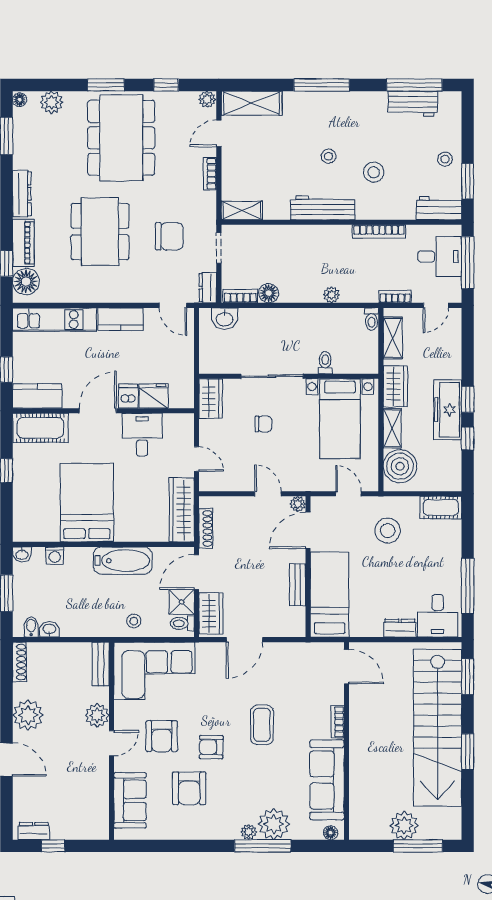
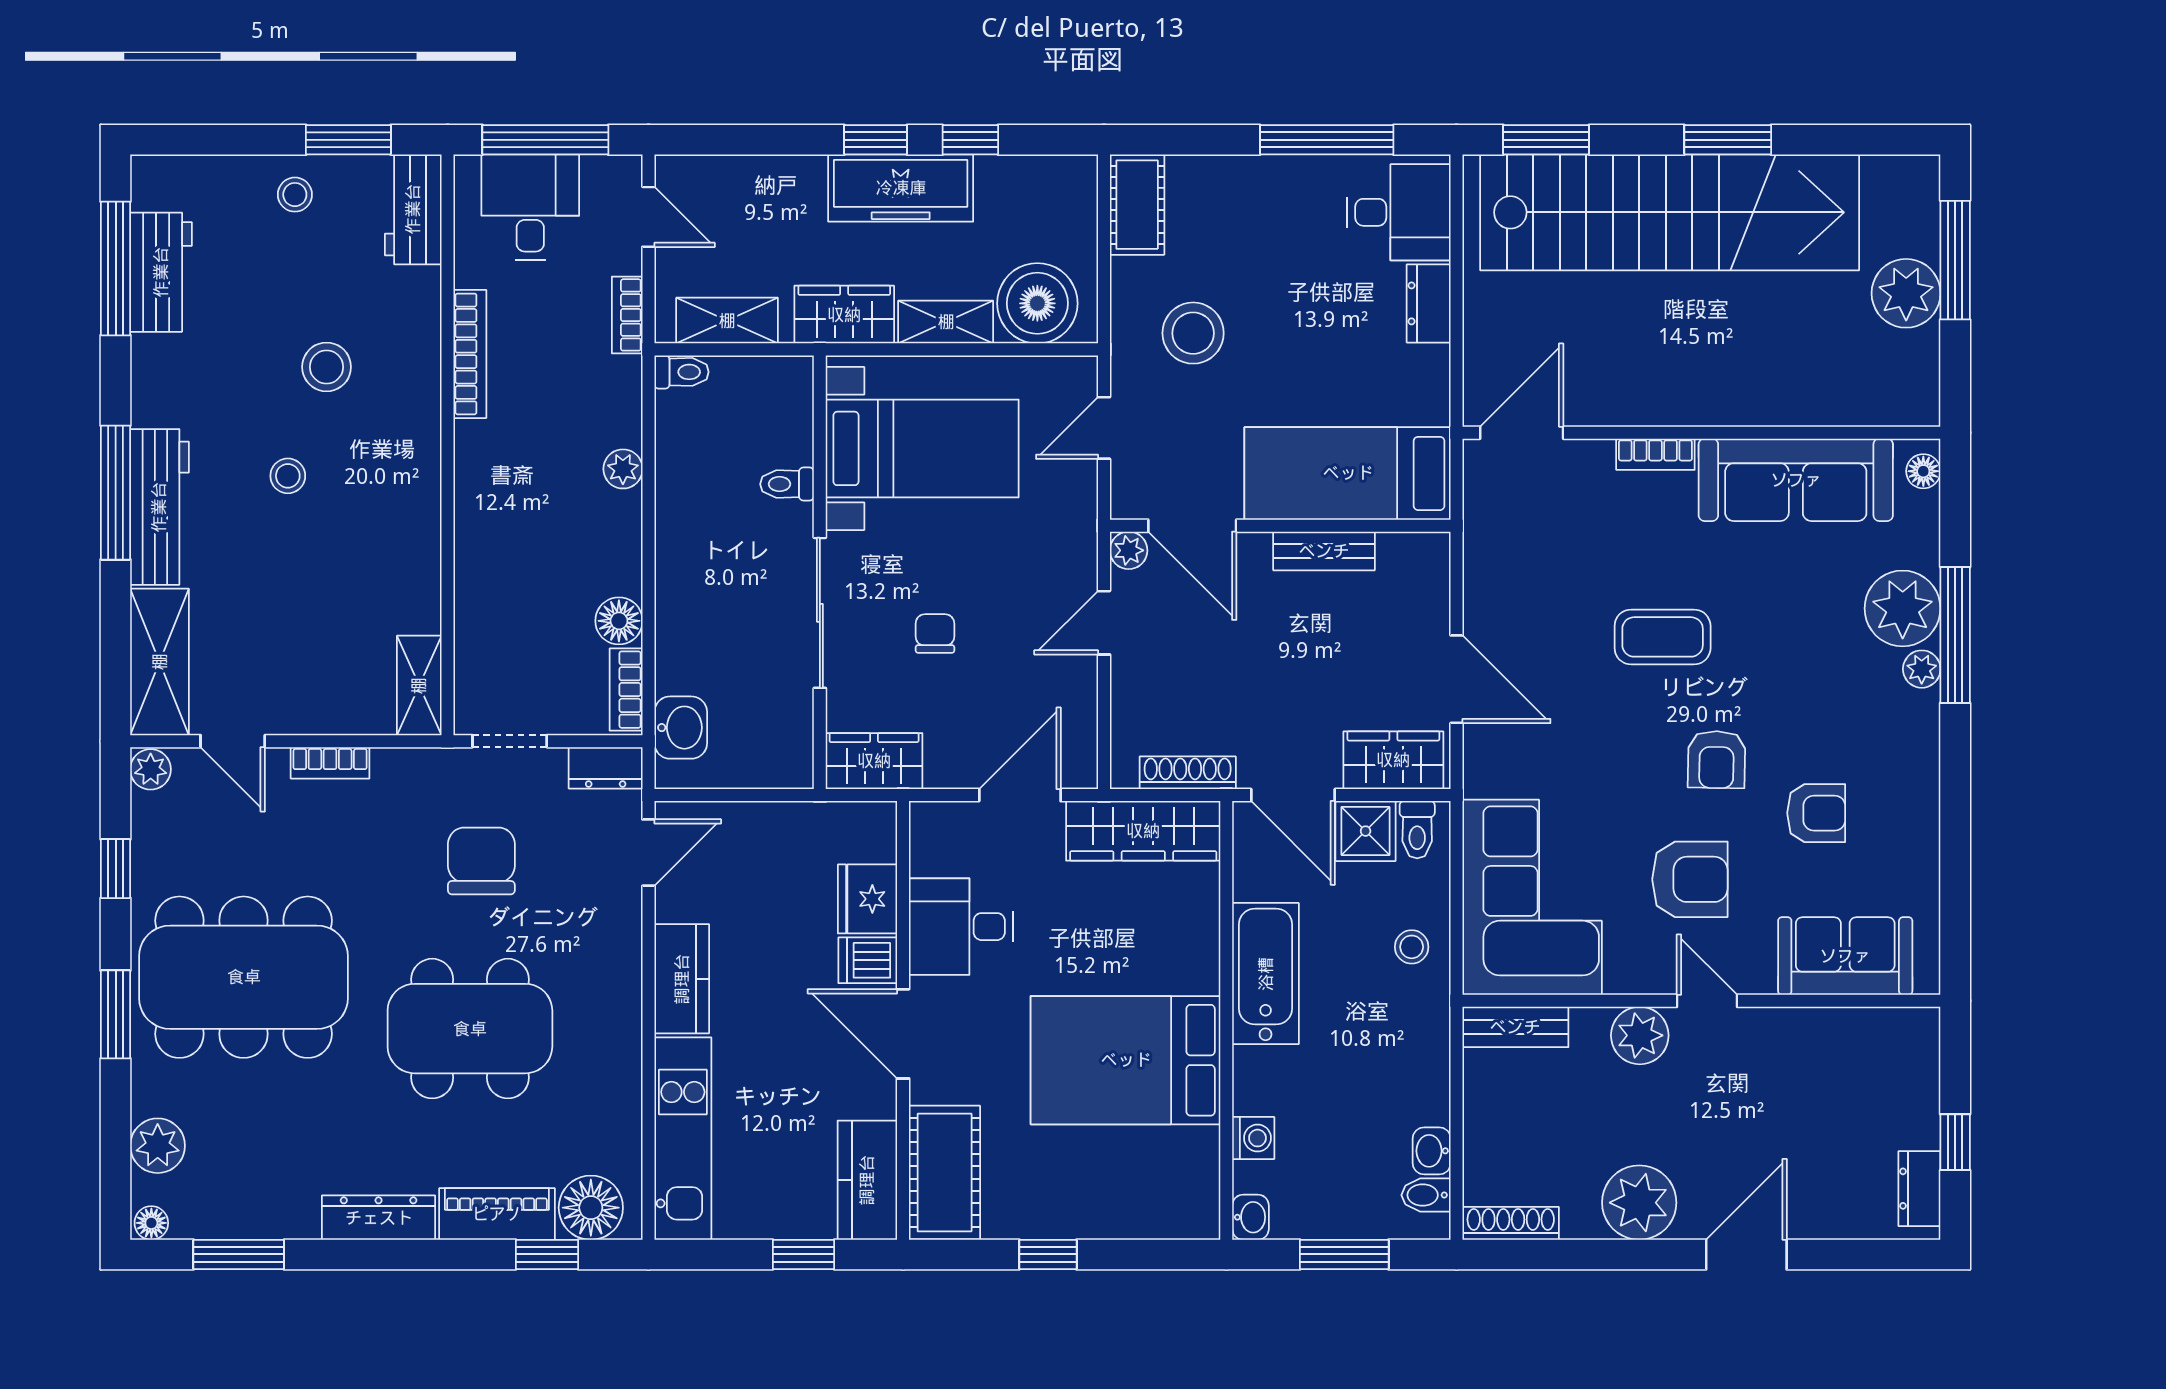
workbench: (323, 208) -> (159, 507), moved, turned 180
door: (197, 459) -> (1020, 795), width x1.37
armchair: (189, 788) -> (1816, 813), width x0.72, depth x0.72

